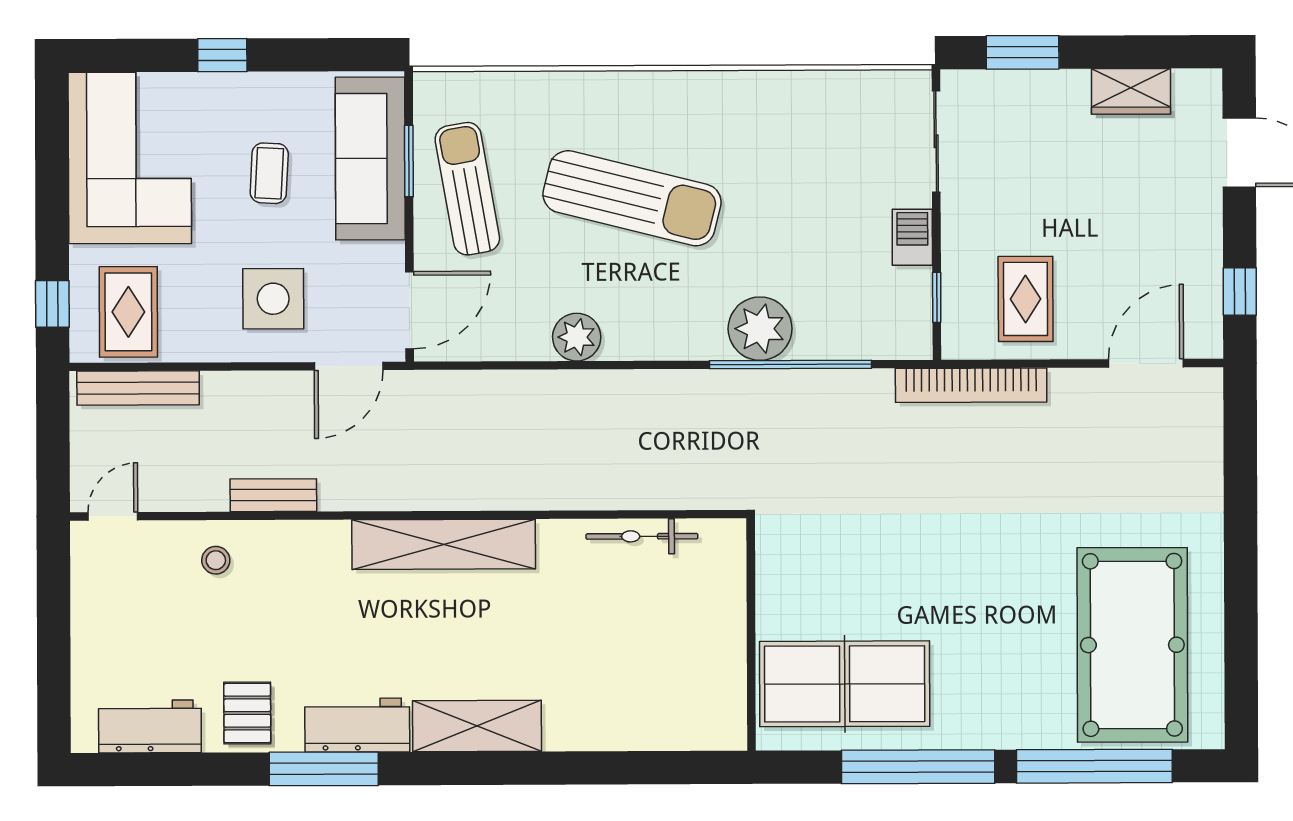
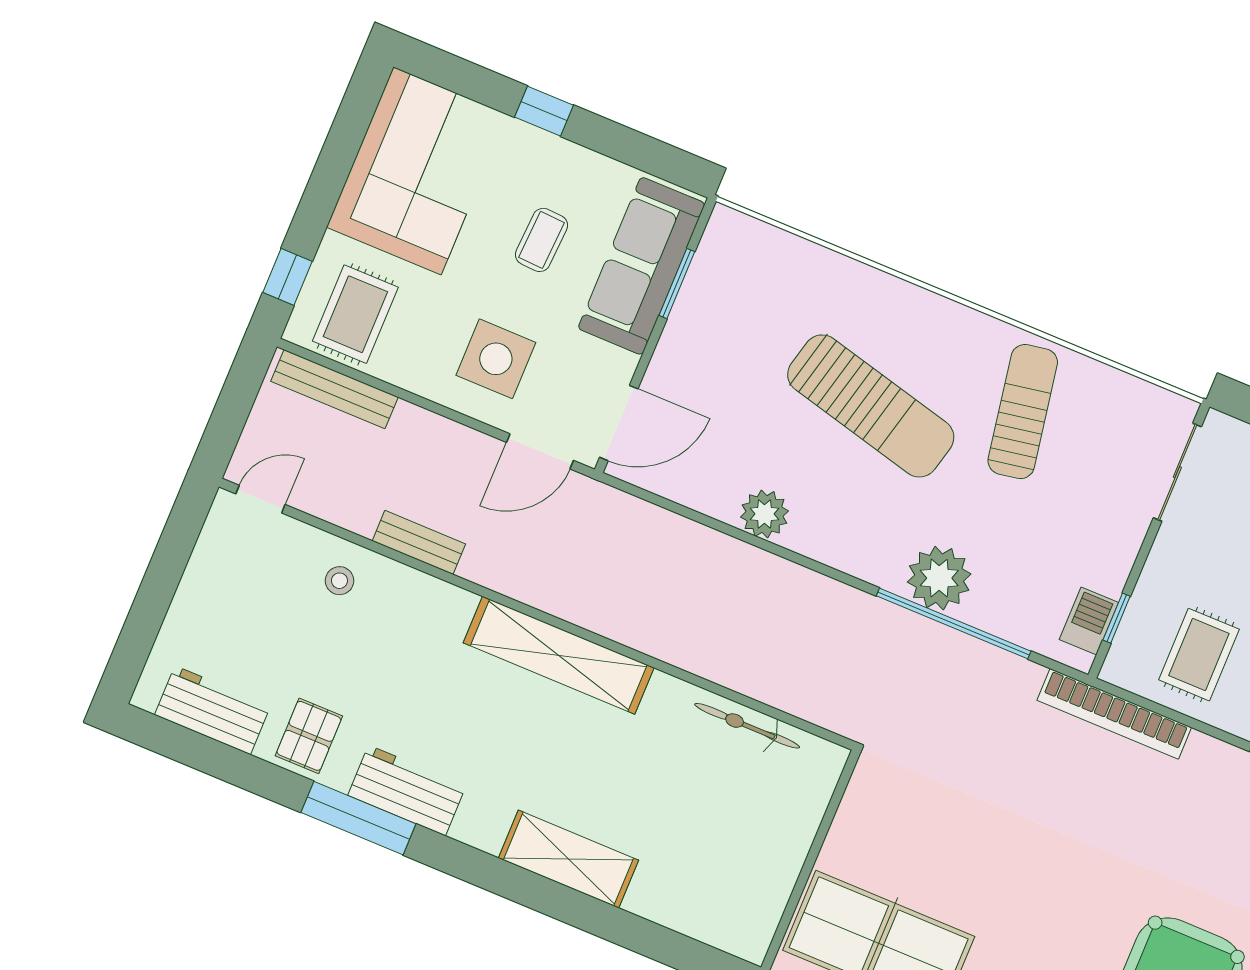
sun lounger: (467, 189) -> (1023, 412), moved
barbecue: (912, 237) -> (1089, 621), moved
shelving: (477, 726) -> (568, 859), moved

